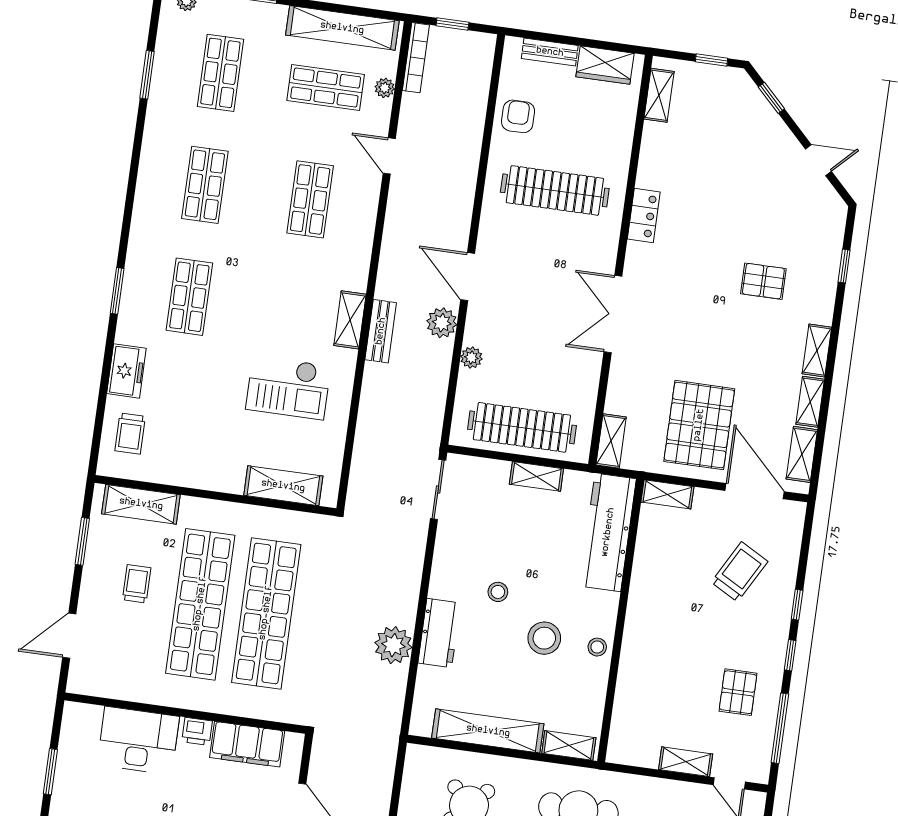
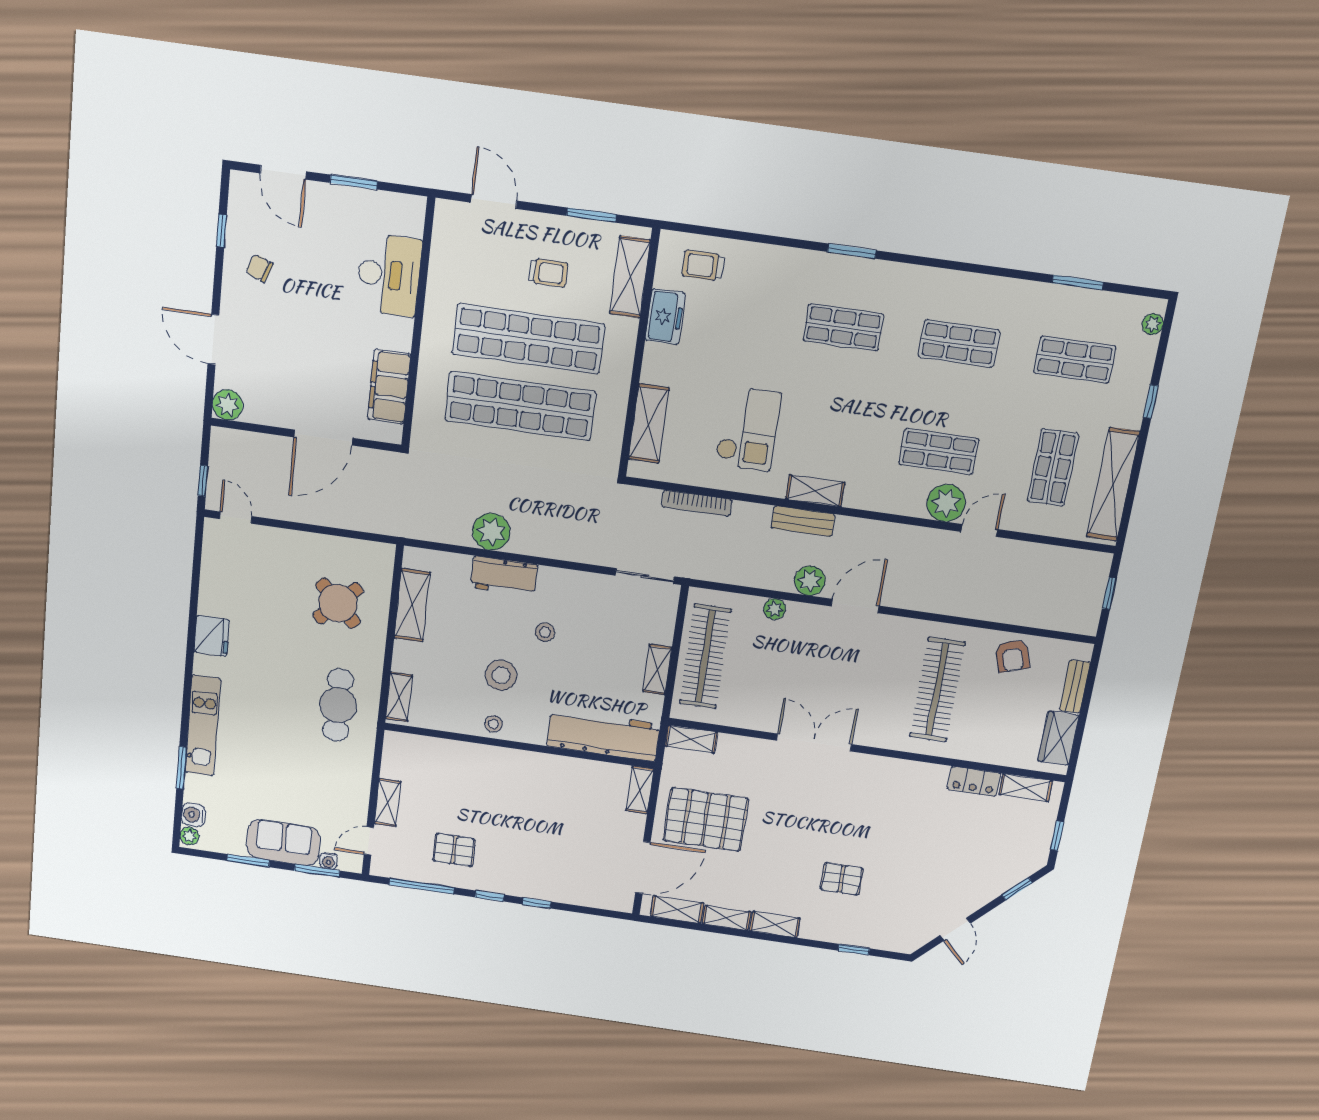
bookcase: (416, 58) -> (697, 503), moved
plant: (385, 88) -> (946, 503), moved, width x1.87, depth x1.87
armchair: (518, 116) -> (1012, 656), turned 72
locker: (644, 216) -> (974, 781), moved
pallet: (763, 281) -> (842, 879), turned 90
freezer: (126, 371) -> (665, 317), moved, turned -90
checkout: (288, 388) -> (748, 429), turned 180
trolley: (739, 572) -> (567, 853), removed
printer: (197, 731) -> (400, 336), removed
shelving: (488, 731) -> (412, 605), width x0.68

